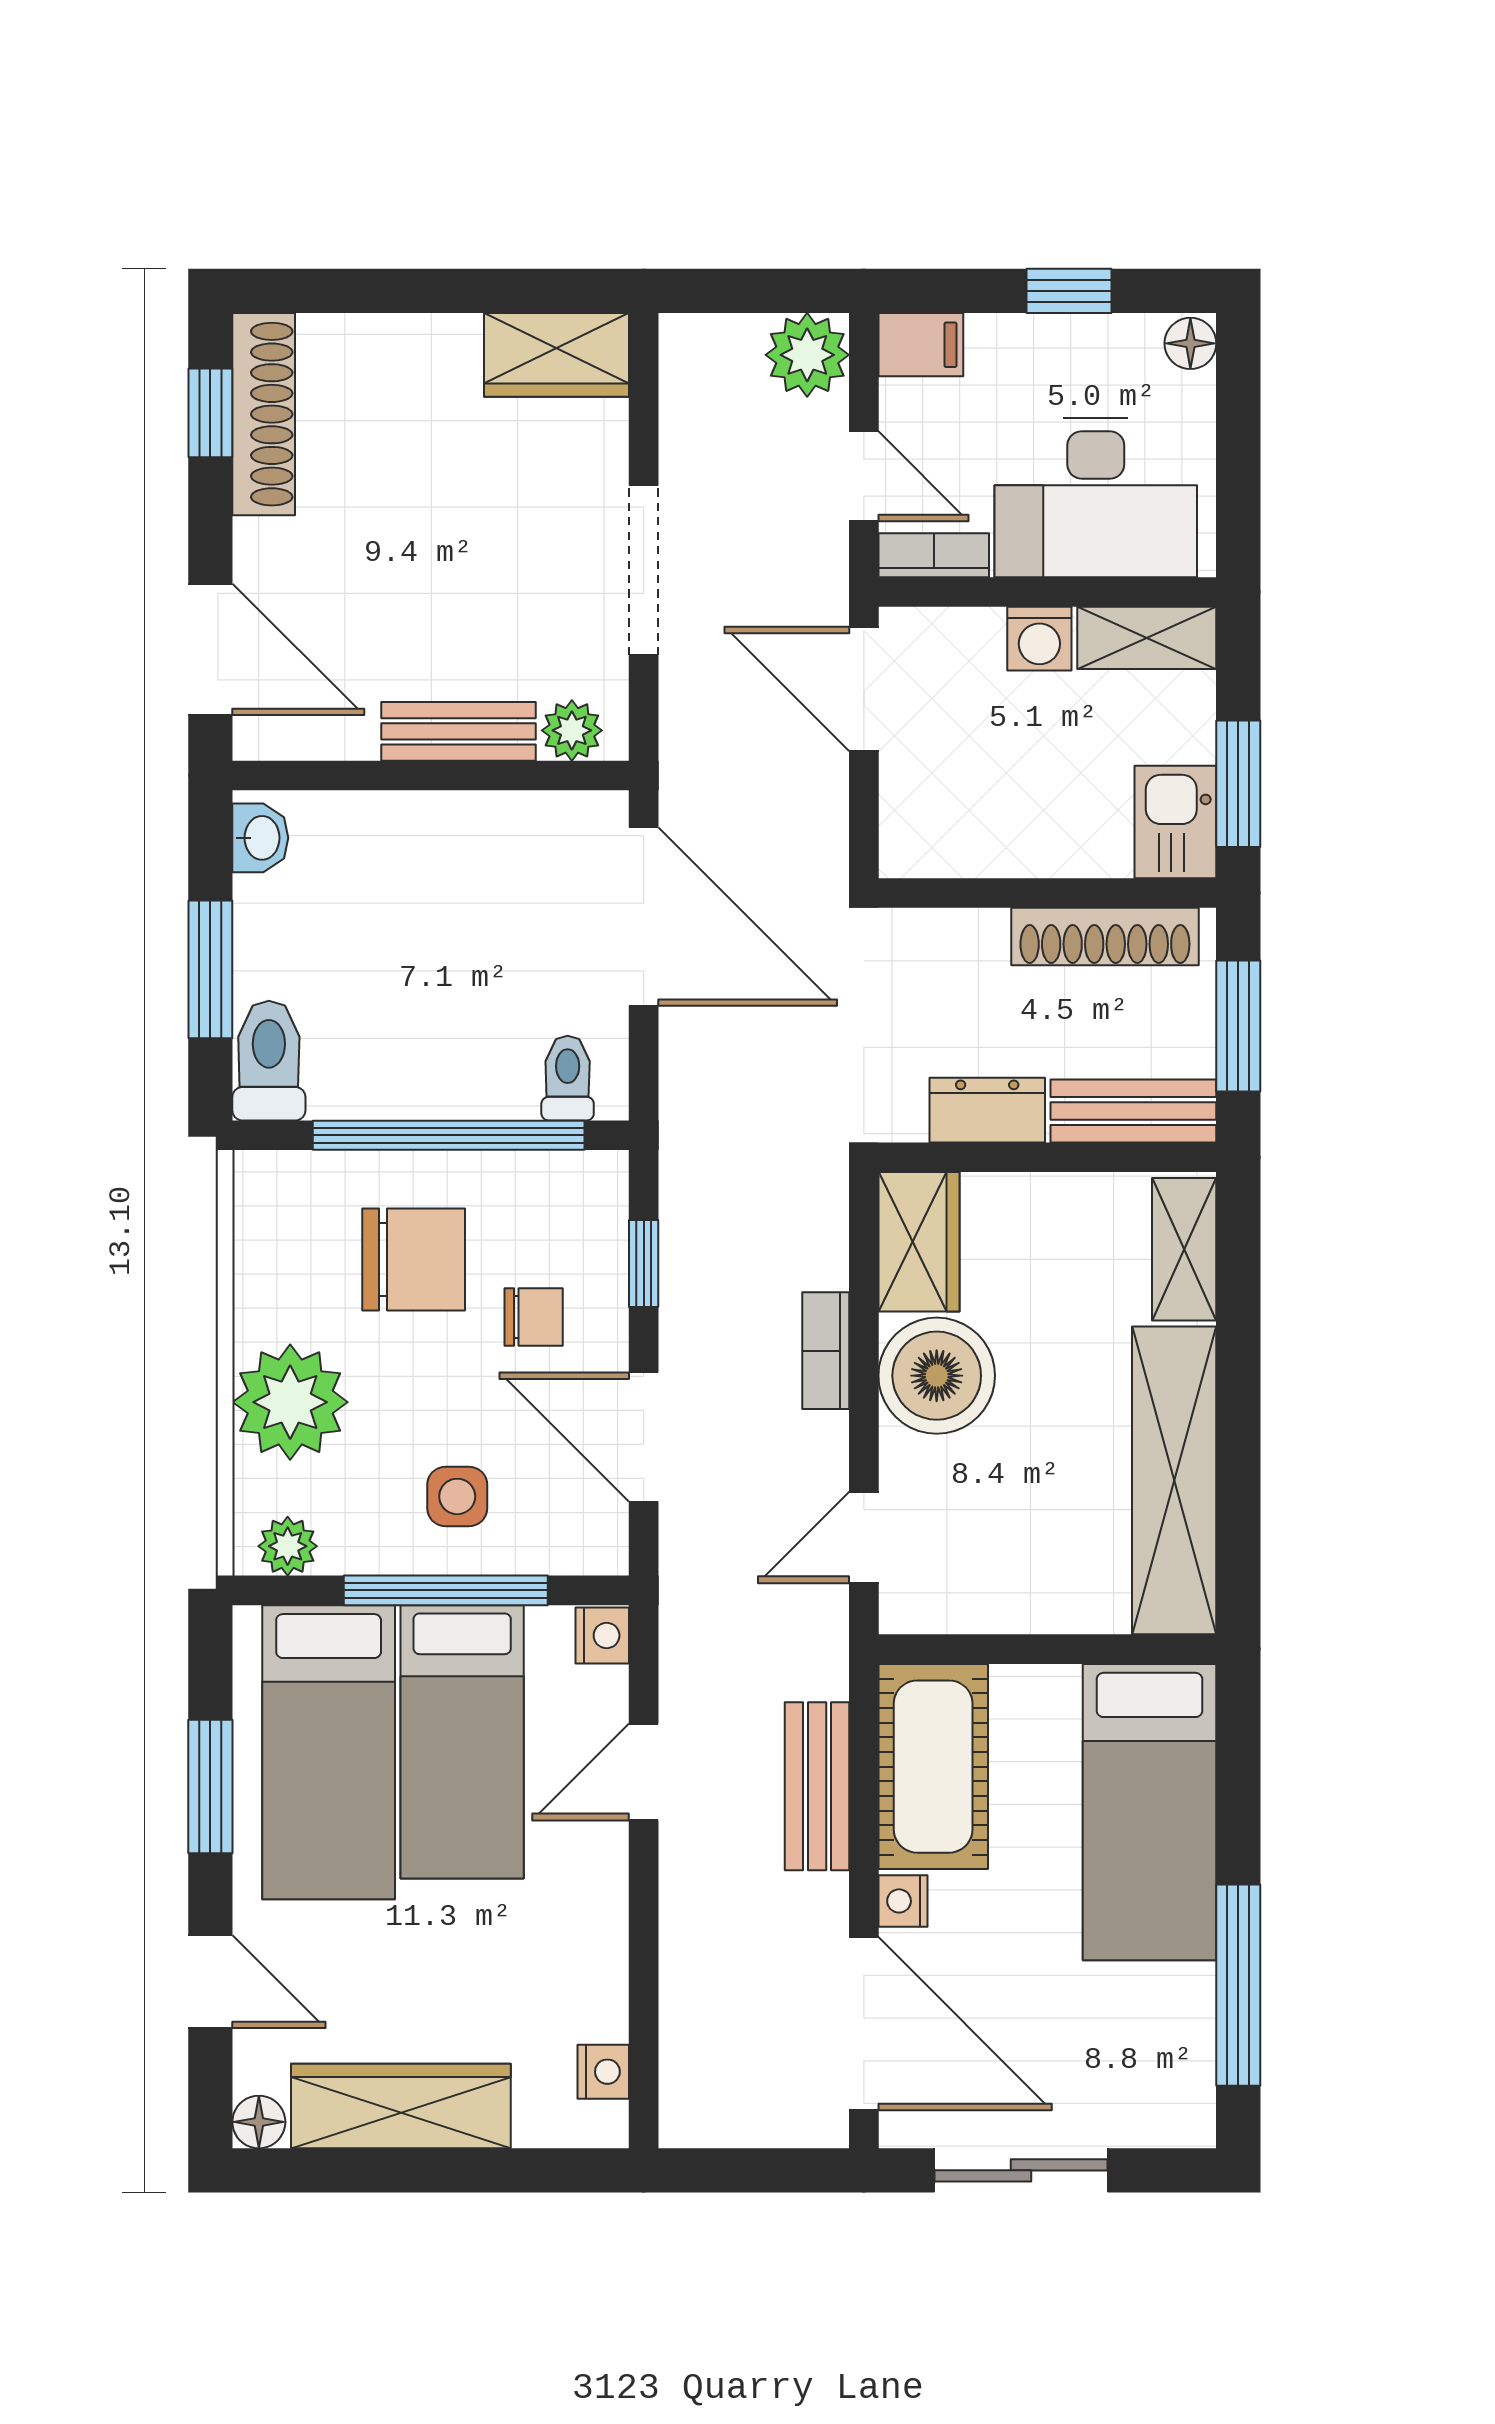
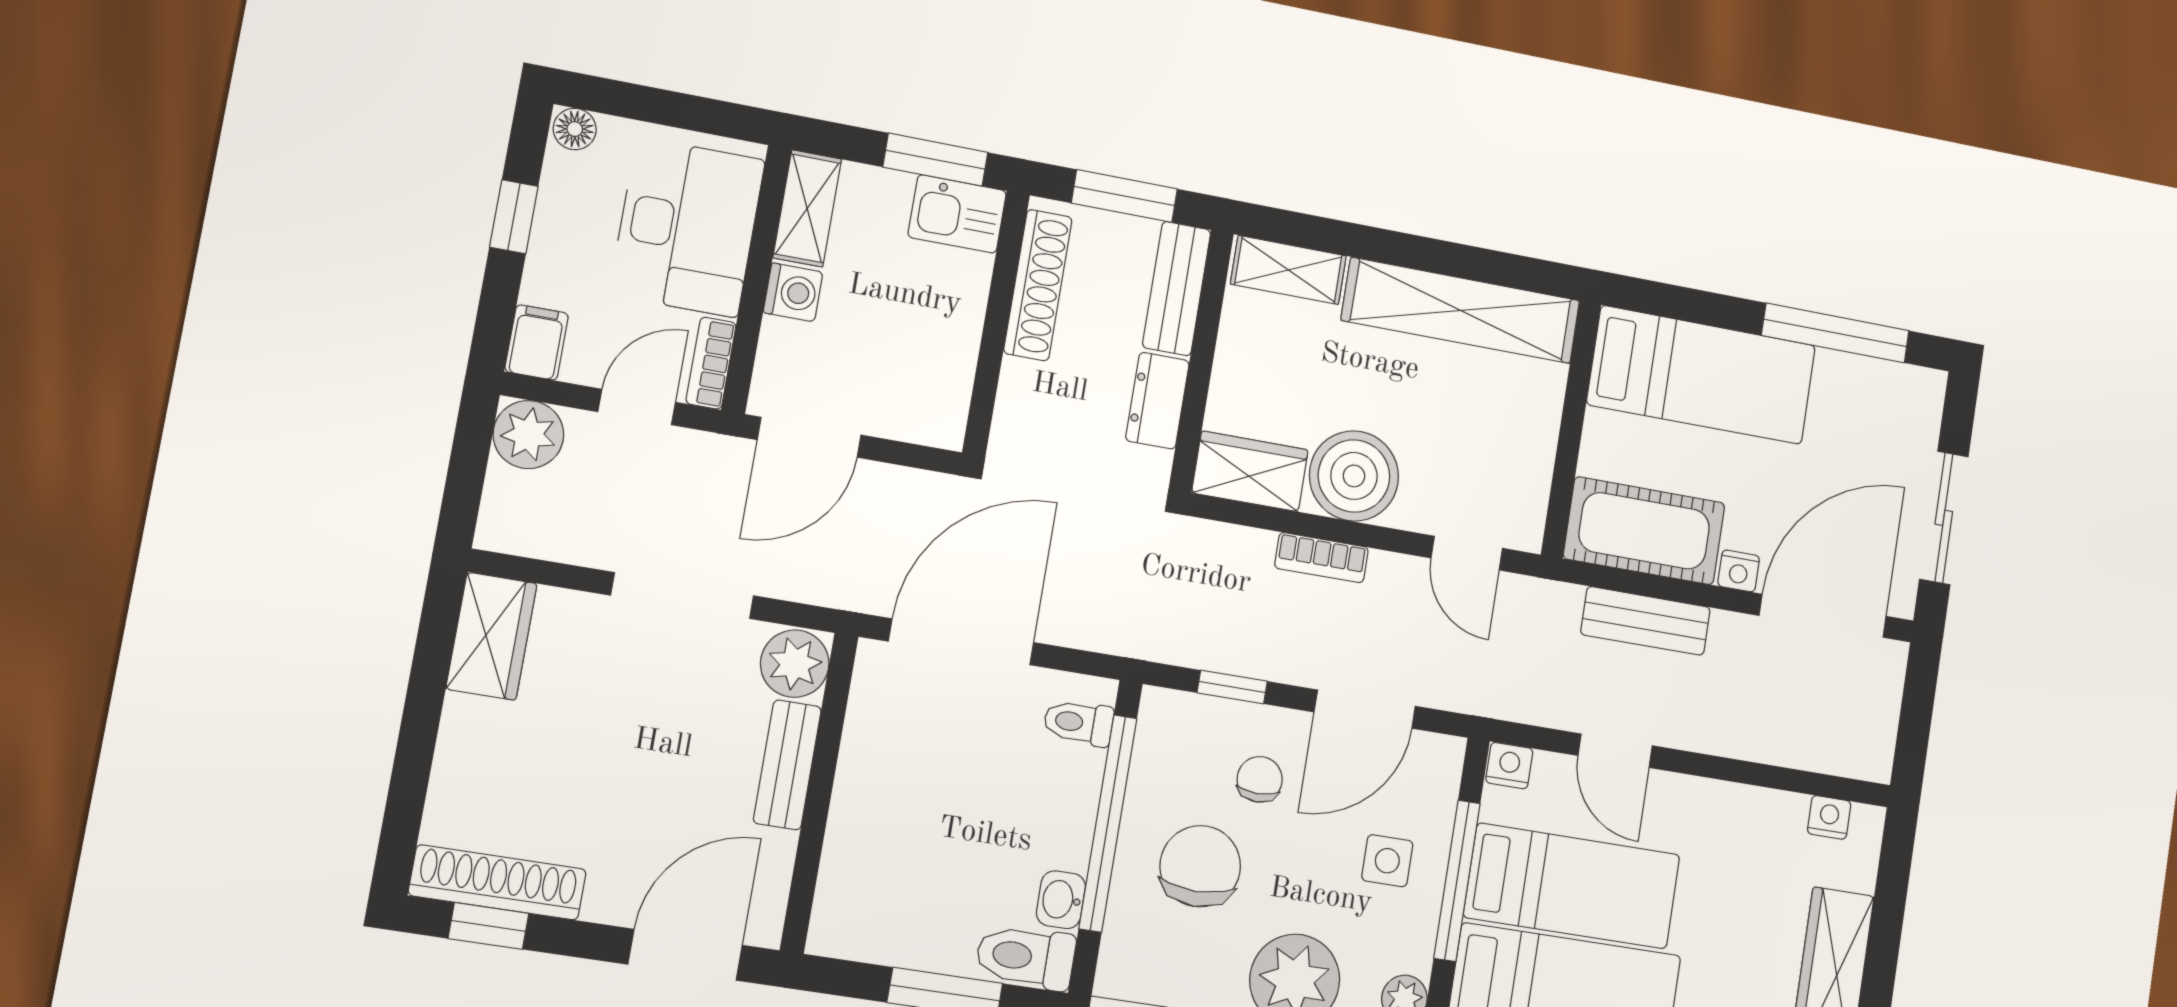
plant: (572, 730) -> (795, 664), width x1.38, depth x1.38
washbasin: (260, 838) -> (1061, 900), moved, turned -90

